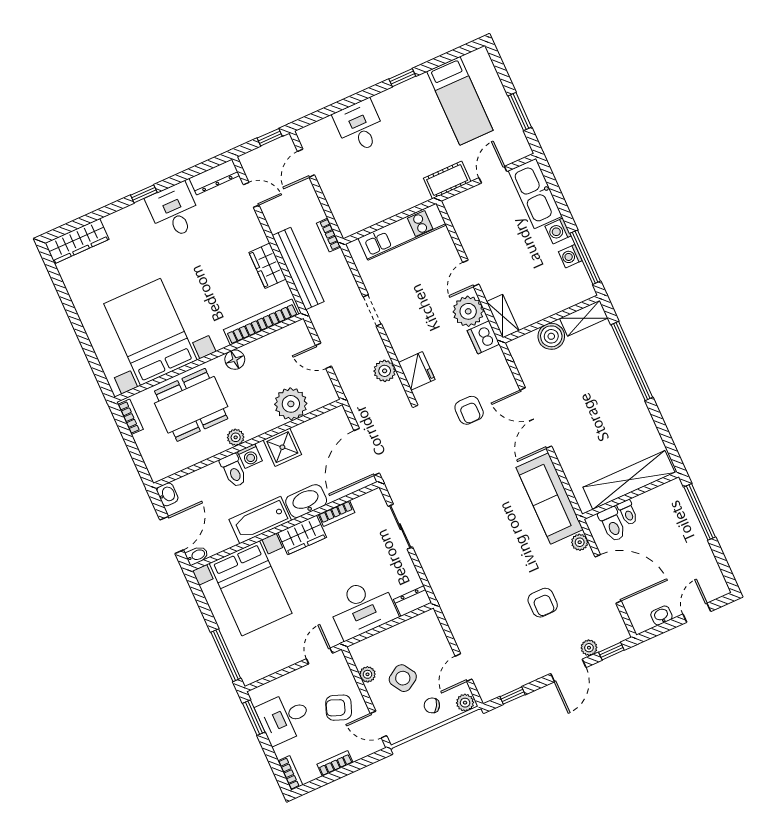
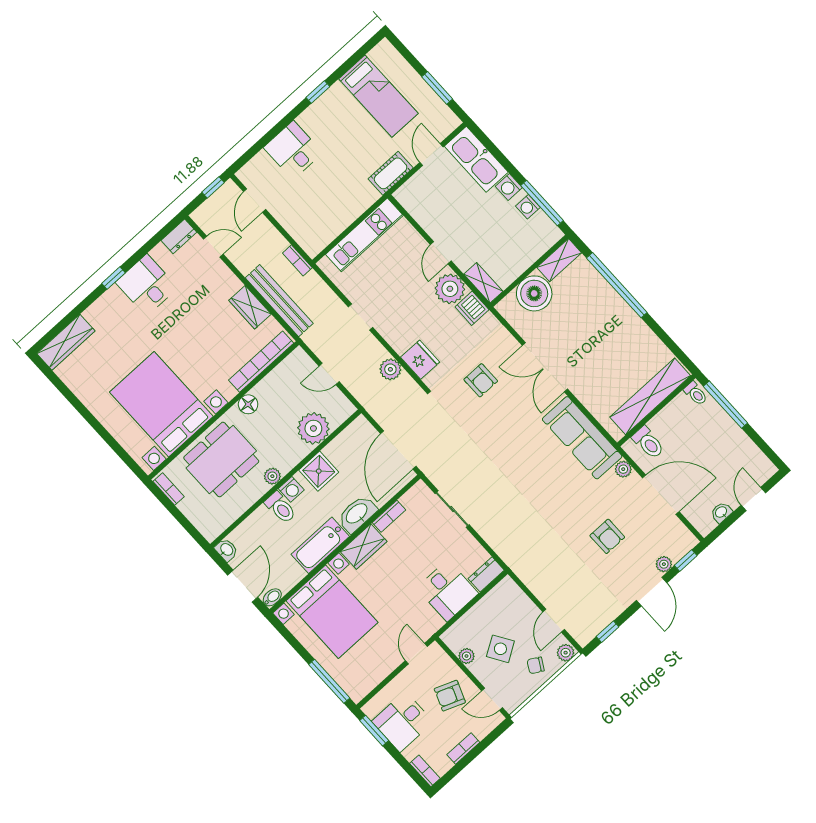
dresser: (214, 177) -> (179, 236), width x0.70
boiler: (551, 336) -> (534, 293), width x1.37, depth x1.37
toilet: (628, 513) -> (696, 394), moved
desk: (362, 608) -> (447, 591), width x0.73

